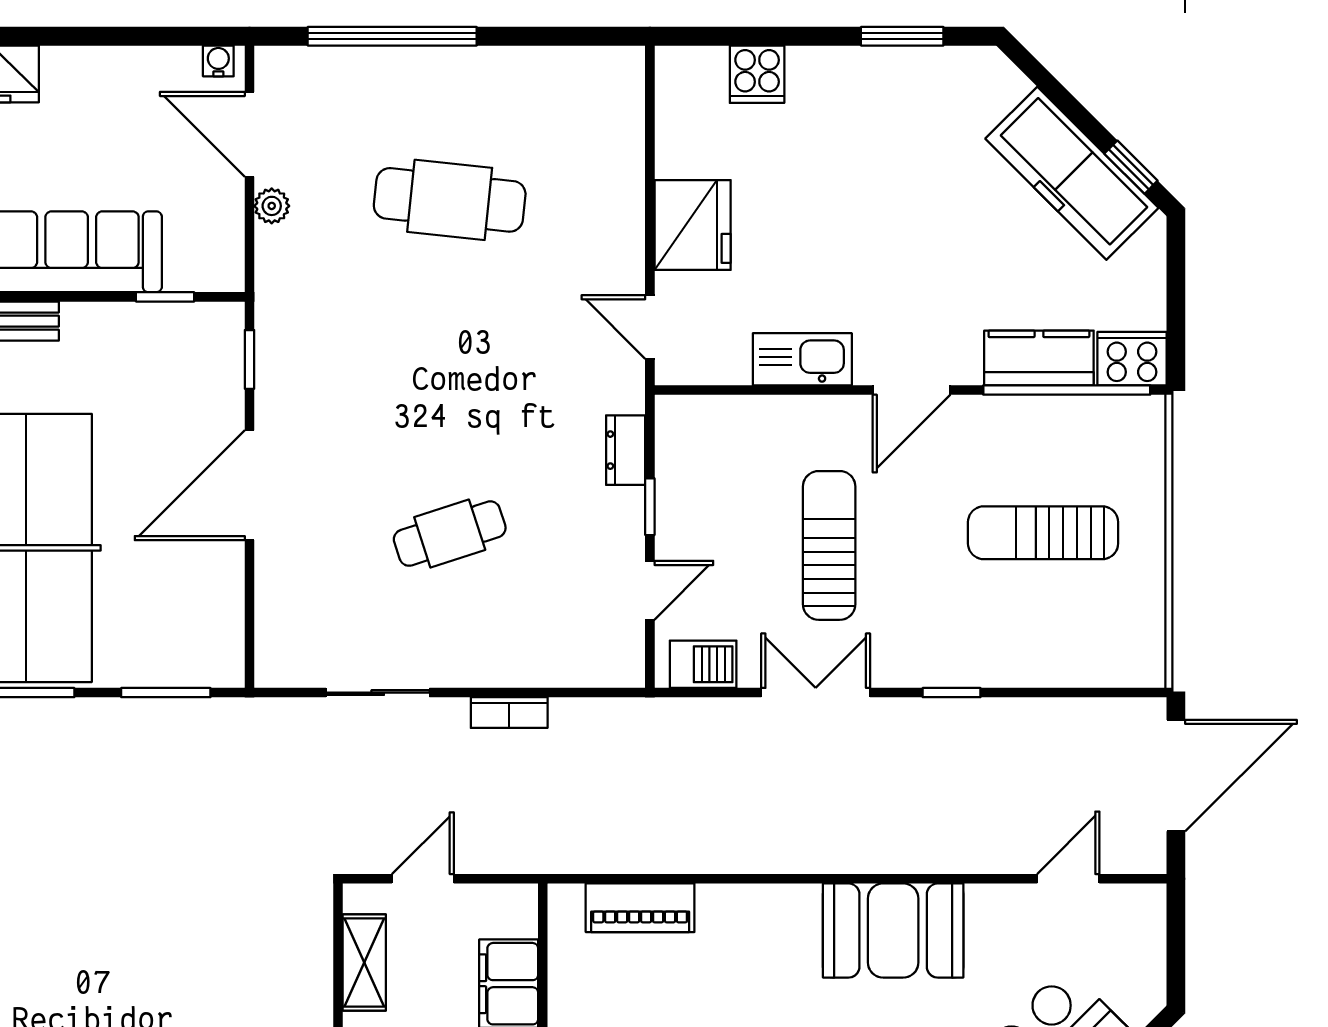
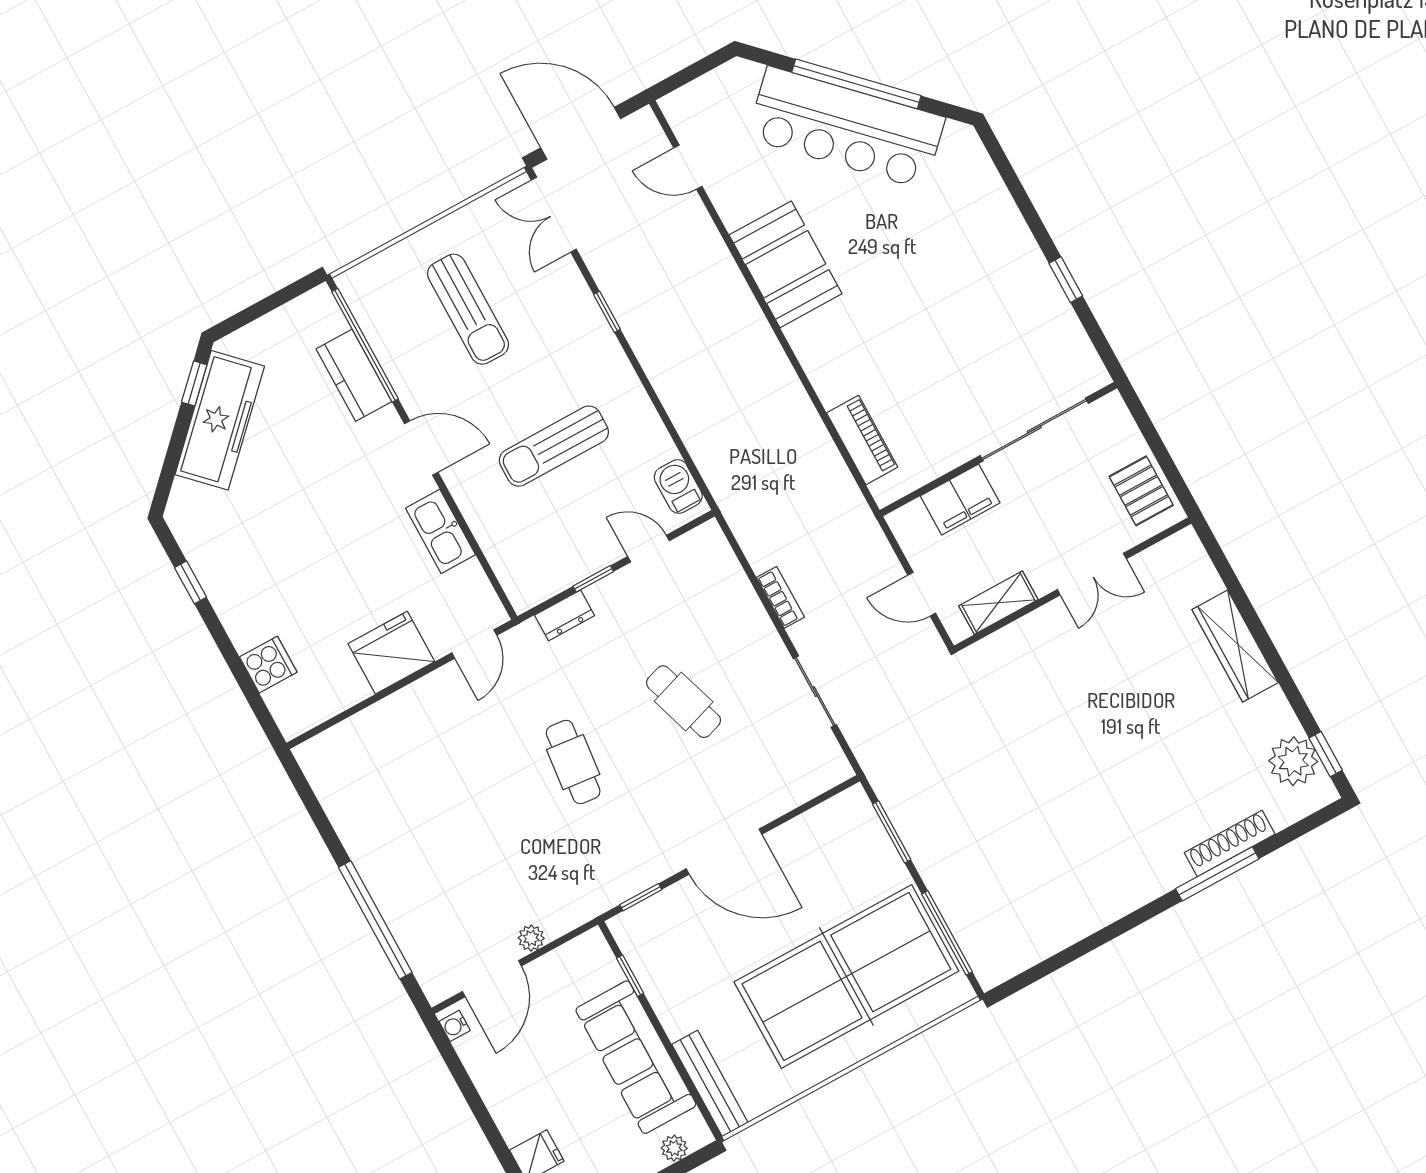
window: (902, 36) -> (190, 582), width x0.67
cafe table: (450, 200) -> (573, 762), moved, width x0.73, depth x0.74
cooker: (1132, 359) -> (321, 313), removed
double door: (816, 693) -> (554, 215), moved

